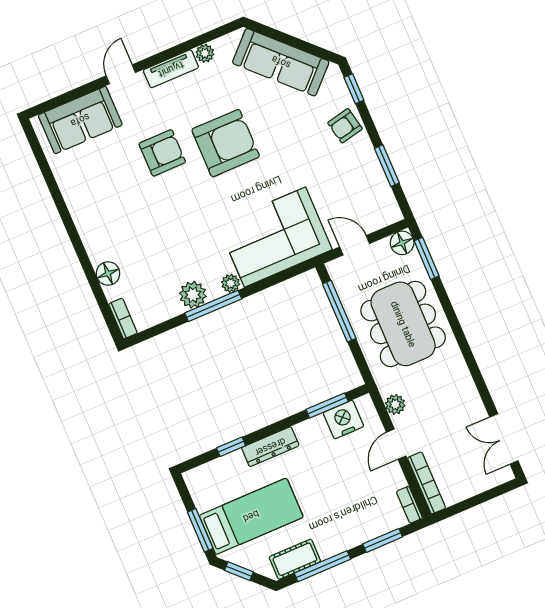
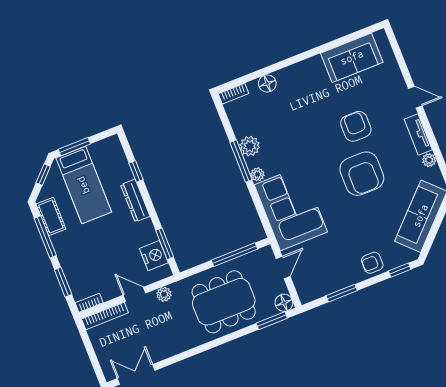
sofa: (80, 120) -> (352, 58), moved, turned -90
armchair: (345, 126) -> (372, 263), turned -78
armchair: (162, 153) -> (356, 126), turned 180

